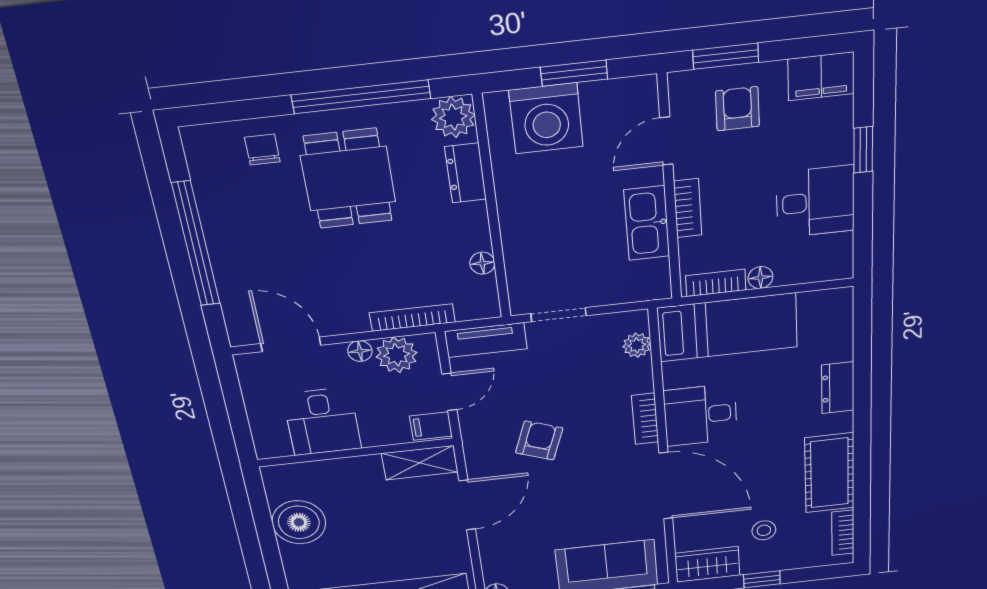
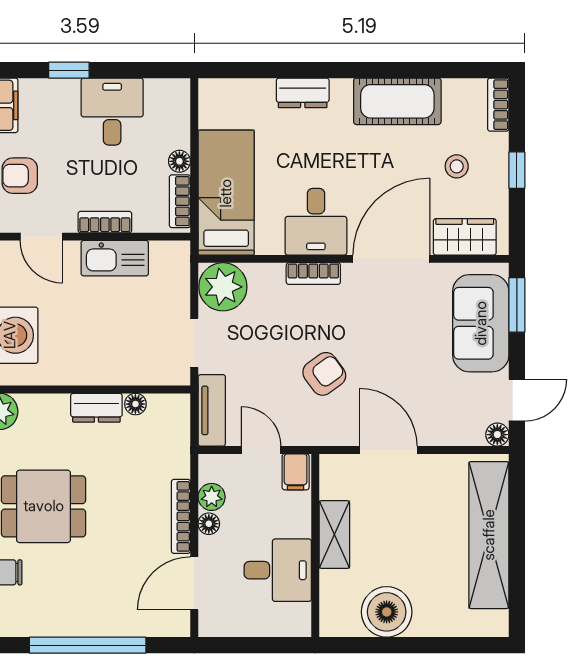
dresser: (465, 173) -> (96, 408), moved
bookcase: (412, 318) -> (181, 516), moved
plant: (637, 345) -> (223, 287), width x1.88, depth x1.88
plant: (397, 355) -> (212, 497), width x0.73, depth x0.73
armchair: (539, 440) -> (324, 374), turned 124
shelving: (420, 463) -> (334, 535), moved
bookcase: (843, 533) -> (498, 105), moved, turned 90
wardrobe: (707, 564) -> (465, 237), moved, turned 90

